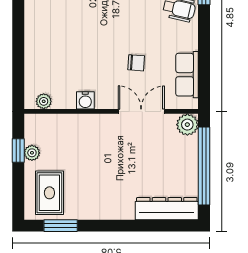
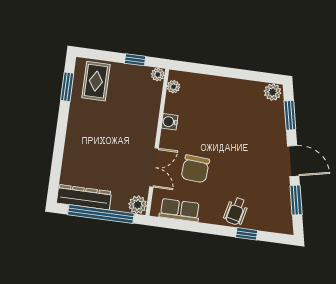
chair: (136, 63) -> (195, 169), width x1.87, depth x1.87
plant: (32, 153) -> (158, 75), moved
rug: (49, 193) -> (96, 81), turned 90
dresser: (167, 209) -> (84, 197), moved, turned -90

